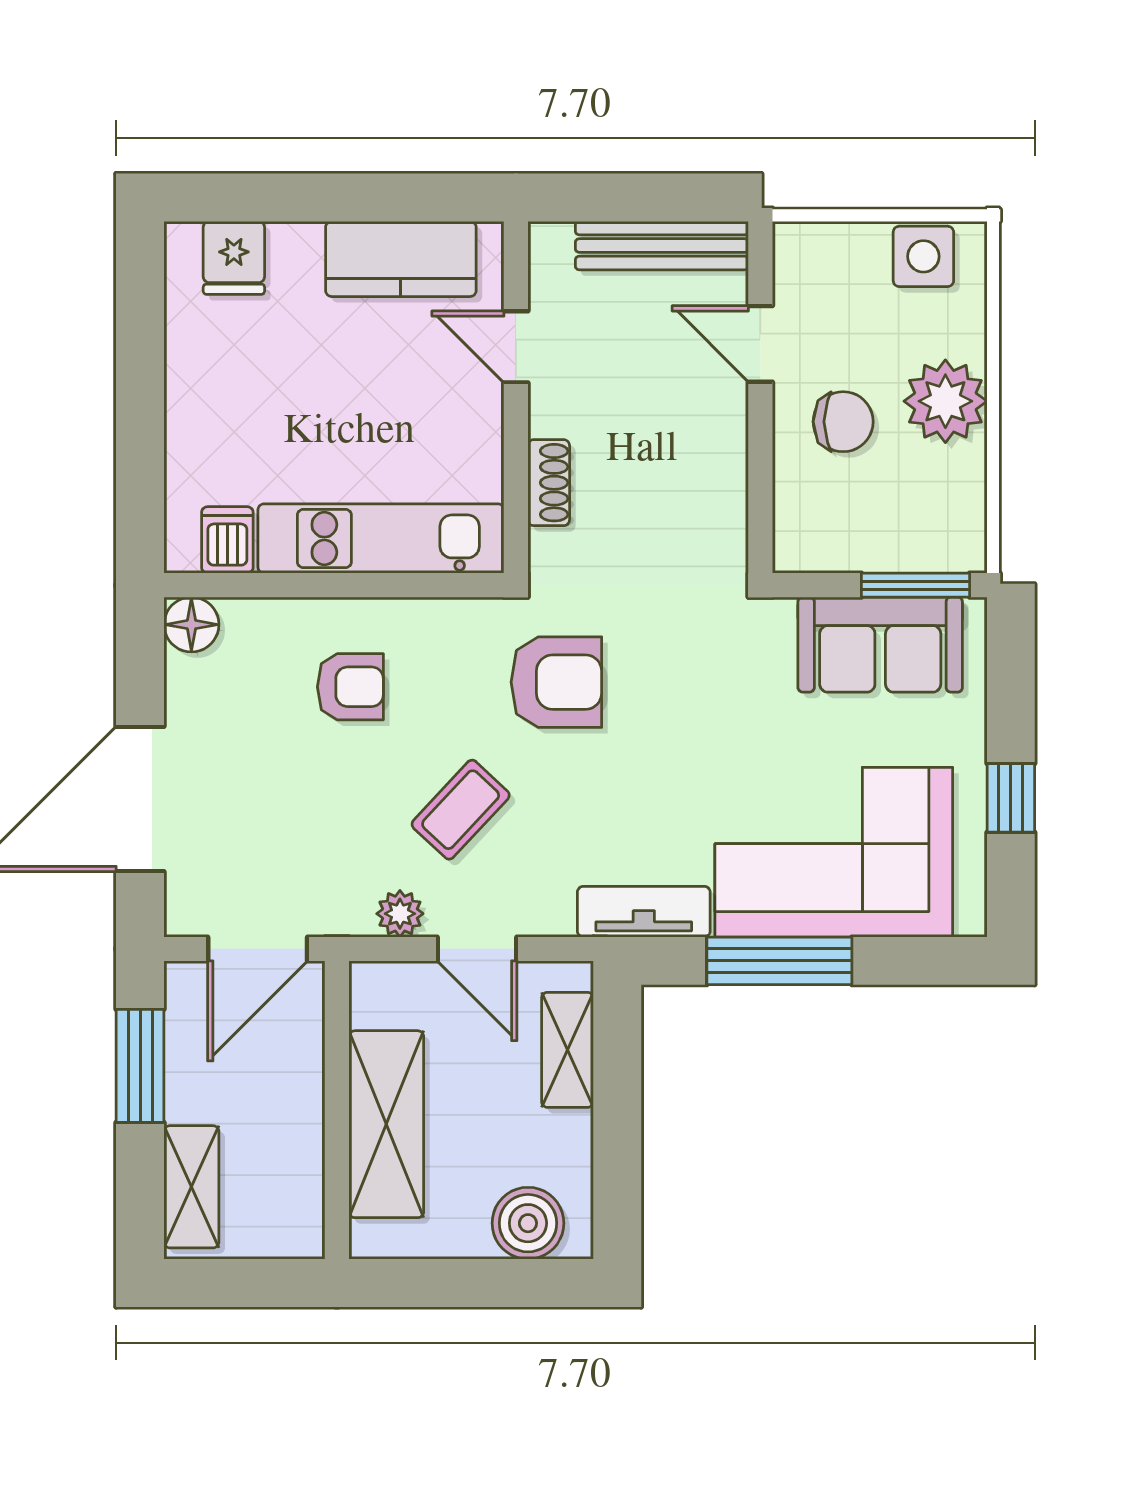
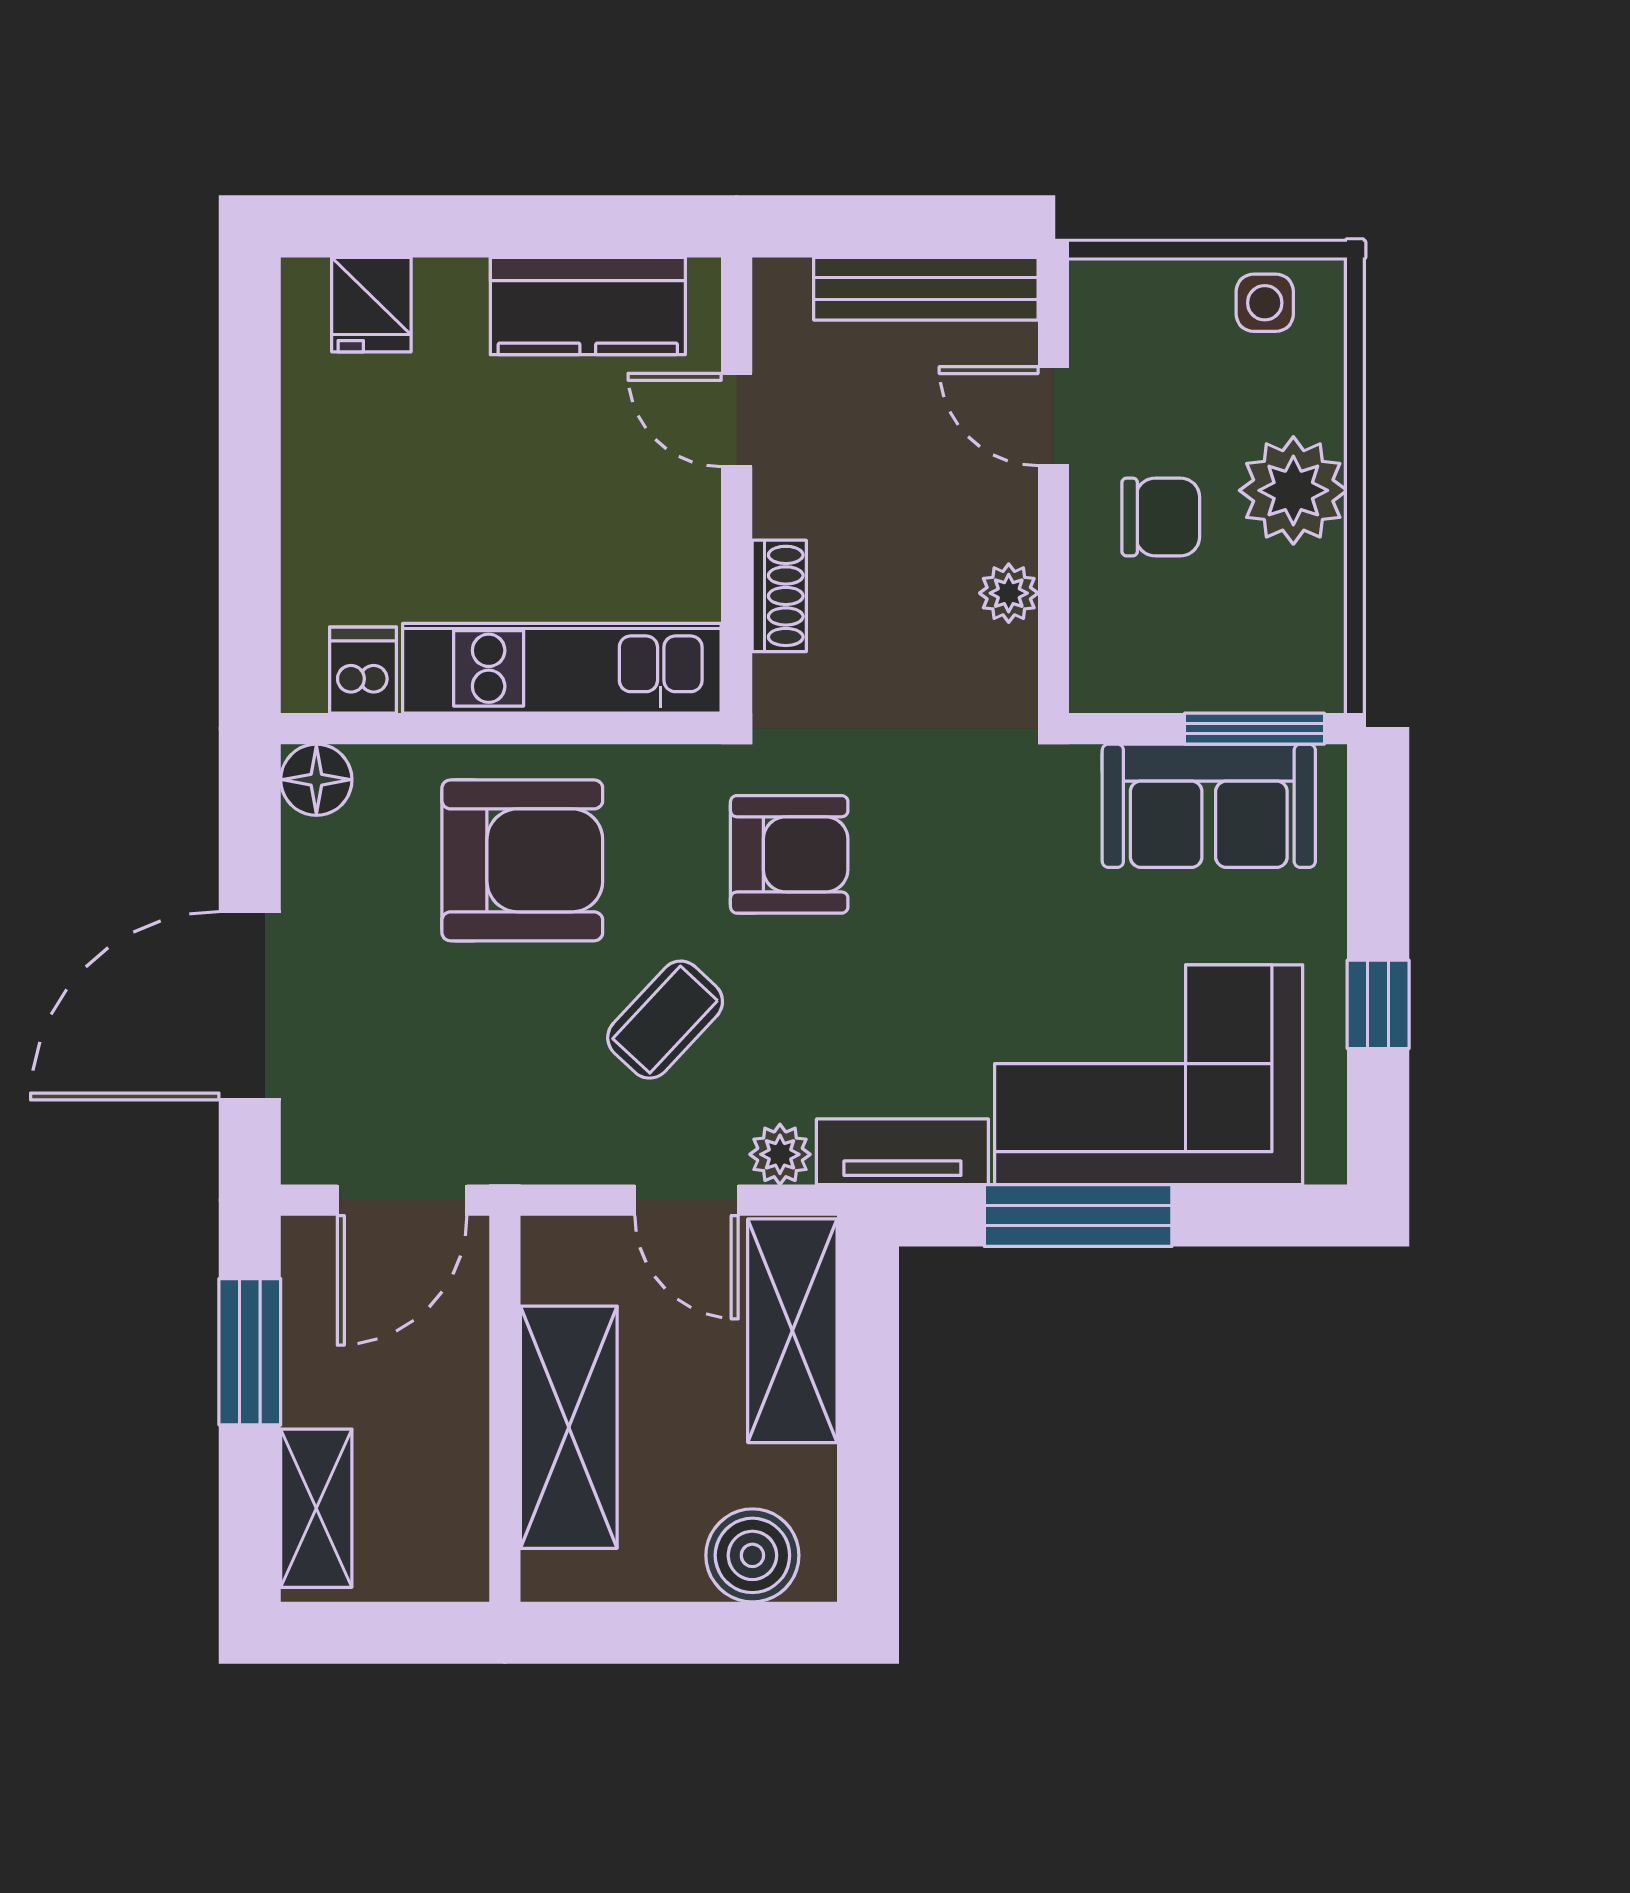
side table: (923, 256) -> (1265, 303), width x0.73, depth x0.73
plant: (726, 480) -> (1009, 593), added
armchair: (350, 687) -> (522, 860), width x1.88, depth x1.88
plant: (400, 914) -> (780, 1154), moved
shelving: (567, 1050) -> (792, 1331), width x1.50, depth x1.33

